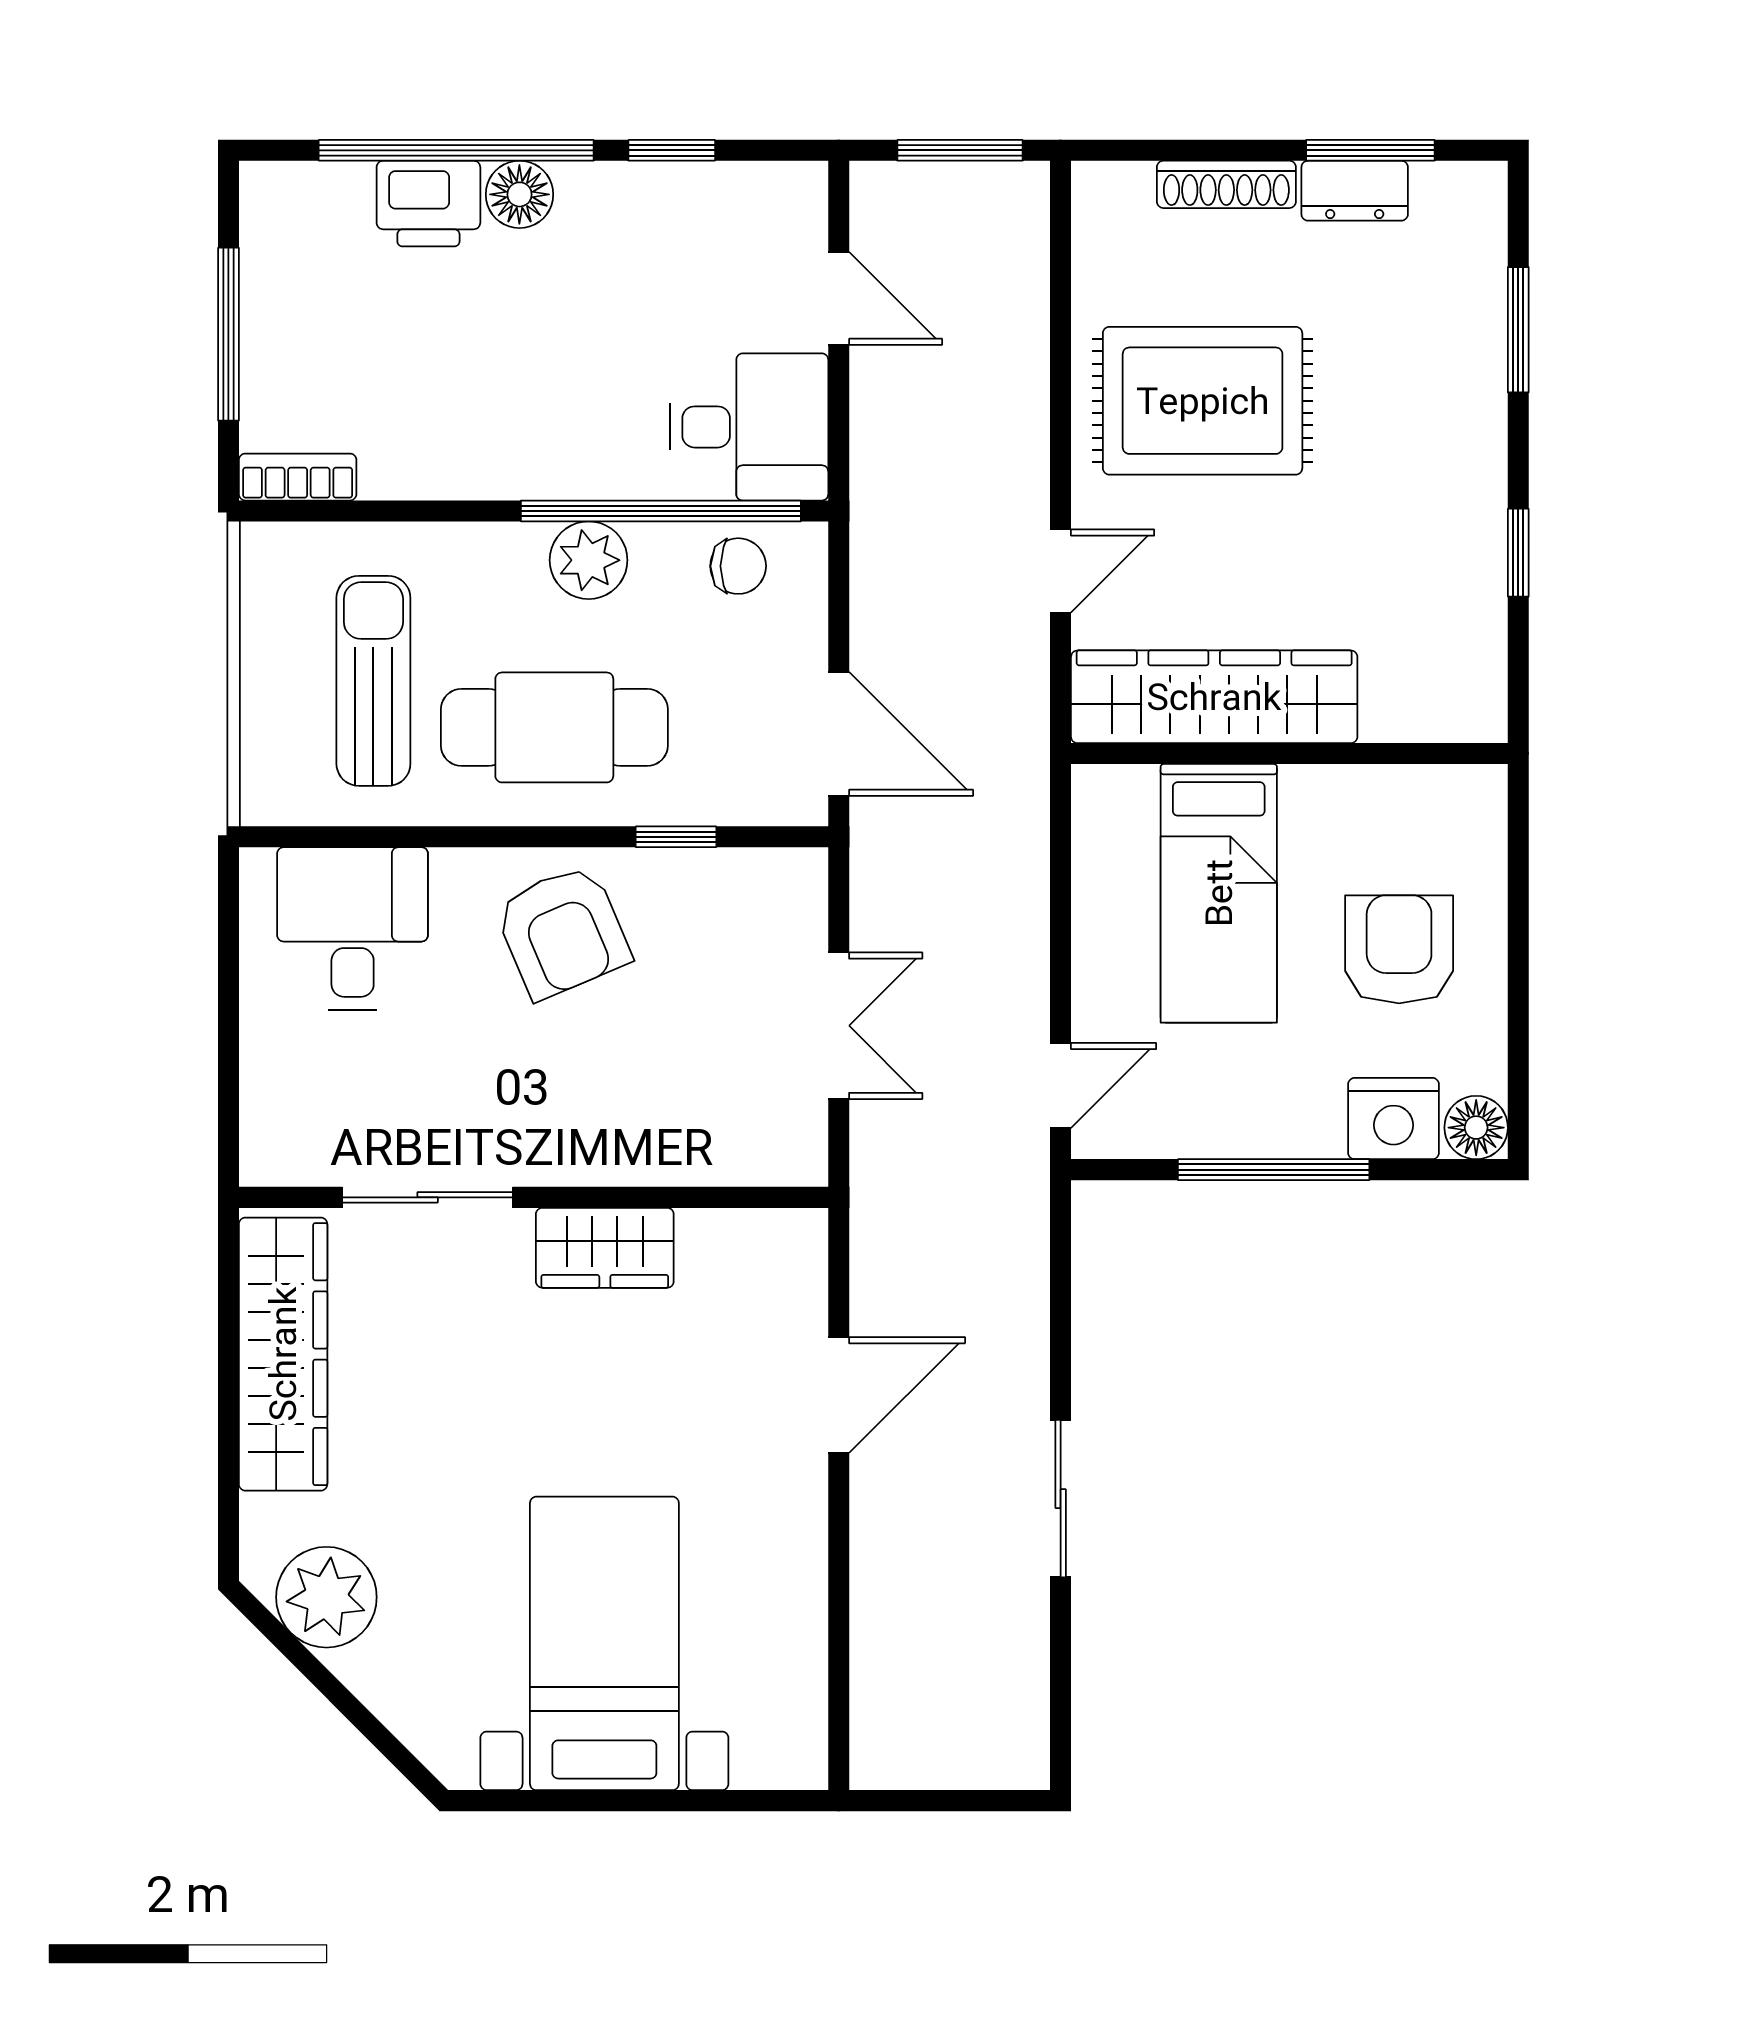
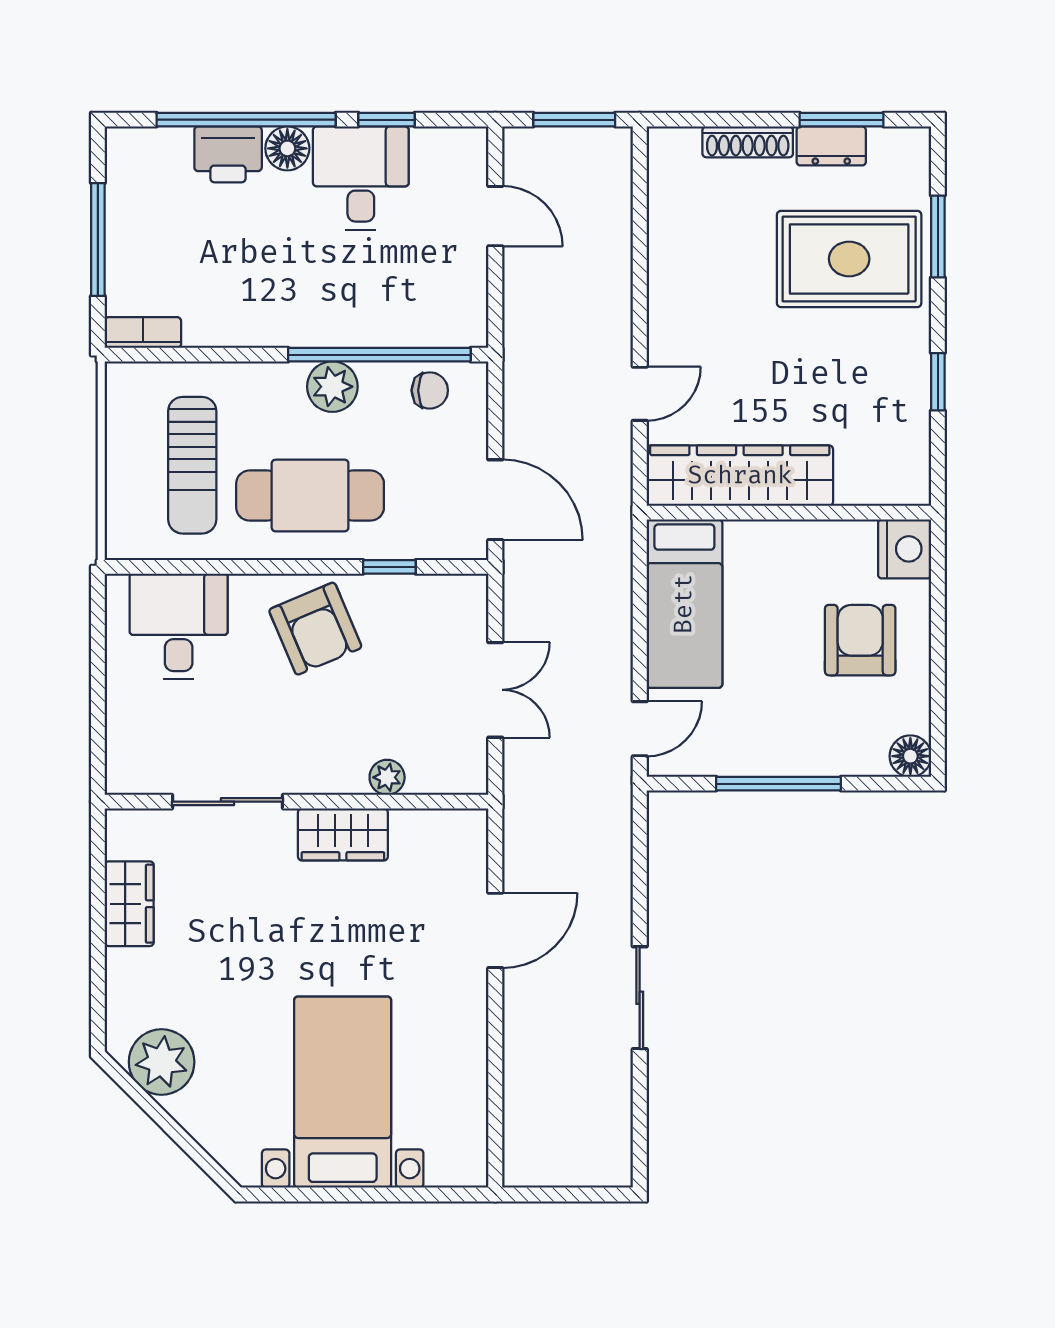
rug: (1203, 401) -> (849, 259), moved
desk: (749, 427) -> (361, 178), moved, turned -90
sun lounger: (373, 681) -> (192, 465), turned 180
bed: (1219, 893) -> (684, 604), moved
nightstand: (1394, 1119) -> (905, 549), moved, turned -90
plant: (673, 1160) -> (387, 777), added
wardrobe: (283, 1354) -> (129, 904), width x0.48, depth x0.85

